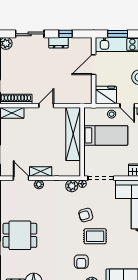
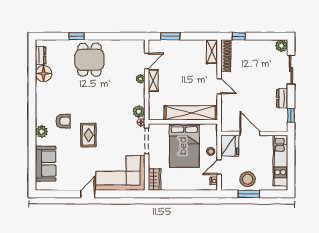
window: (65, 34) -> (291, 115), moved
window: (118, 34) -> (291, 157), removed
door: (94, 65) -> (250, 133), moved
bed: (106, 135) -> (184, 146), width x1.50
armchair: (86, 215) -> (110, 126), removed
armchair: (81, 262) -> (63, 121), turned 180

